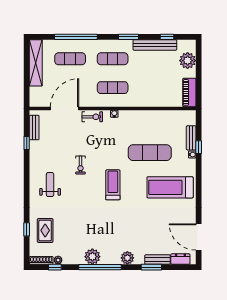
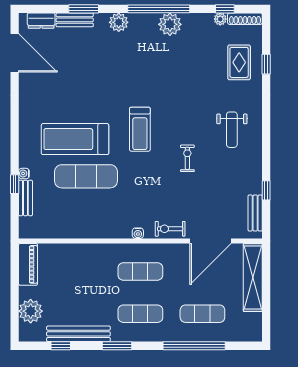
shelving: (36, 63) -> (253, 278), moved
treadmill: (170, 187) -> (75, 139), moved, turned 180

